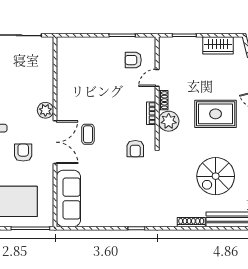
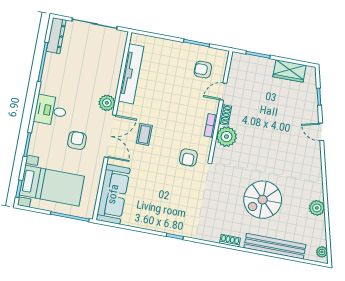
tv unit: (64, 77) -> (131, 74), added
rug: (216, 114) -> (274, 138), removed
shoe rack: (191, 222) -> (230, 241), width x0.70

